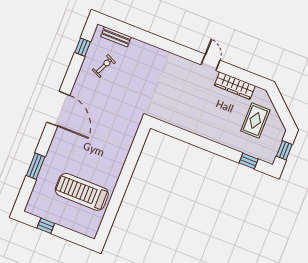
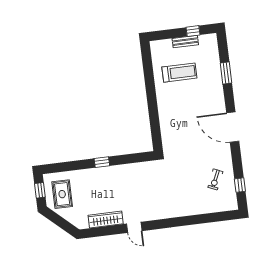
bench: (116, 37) -> (185, 42), moved
rug: (255, 121) -> (62, 194), moved
window: (249, 161) -> (102, 162), moved
treadmill: (82, 192) -> (179, 73), width x0.73, depth x0.73

